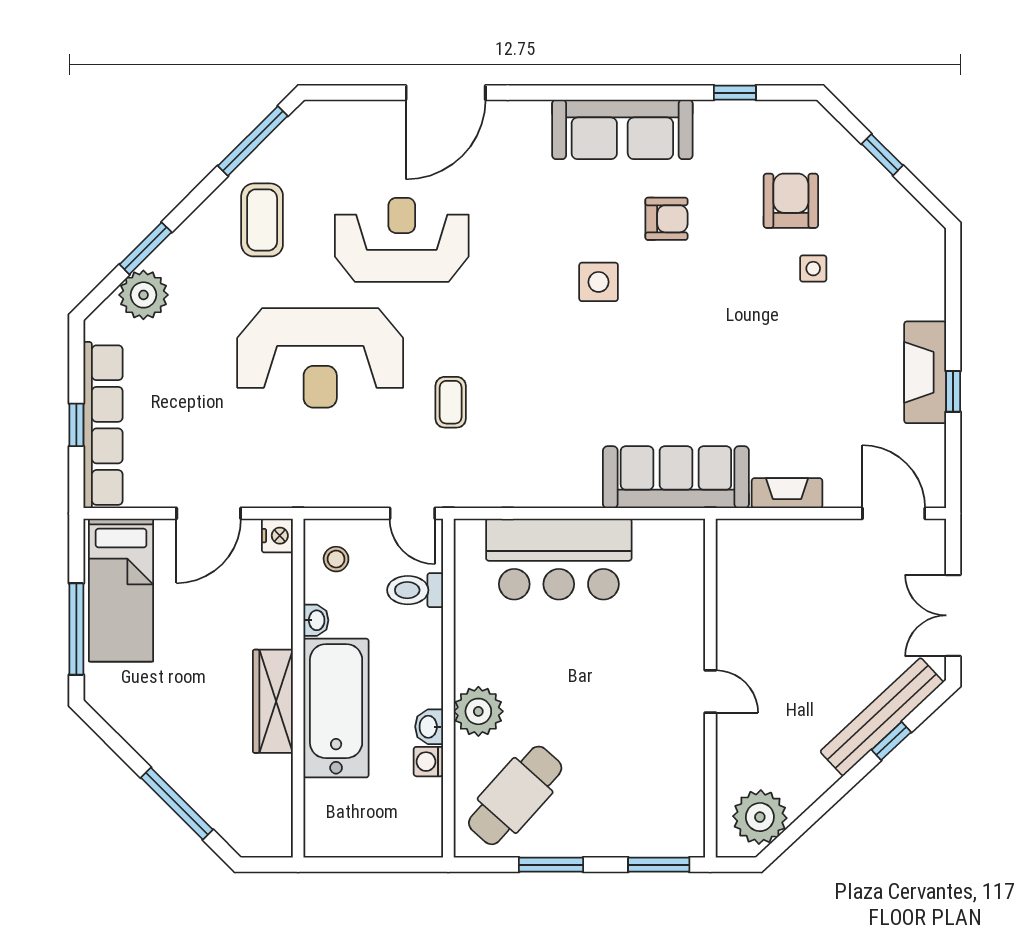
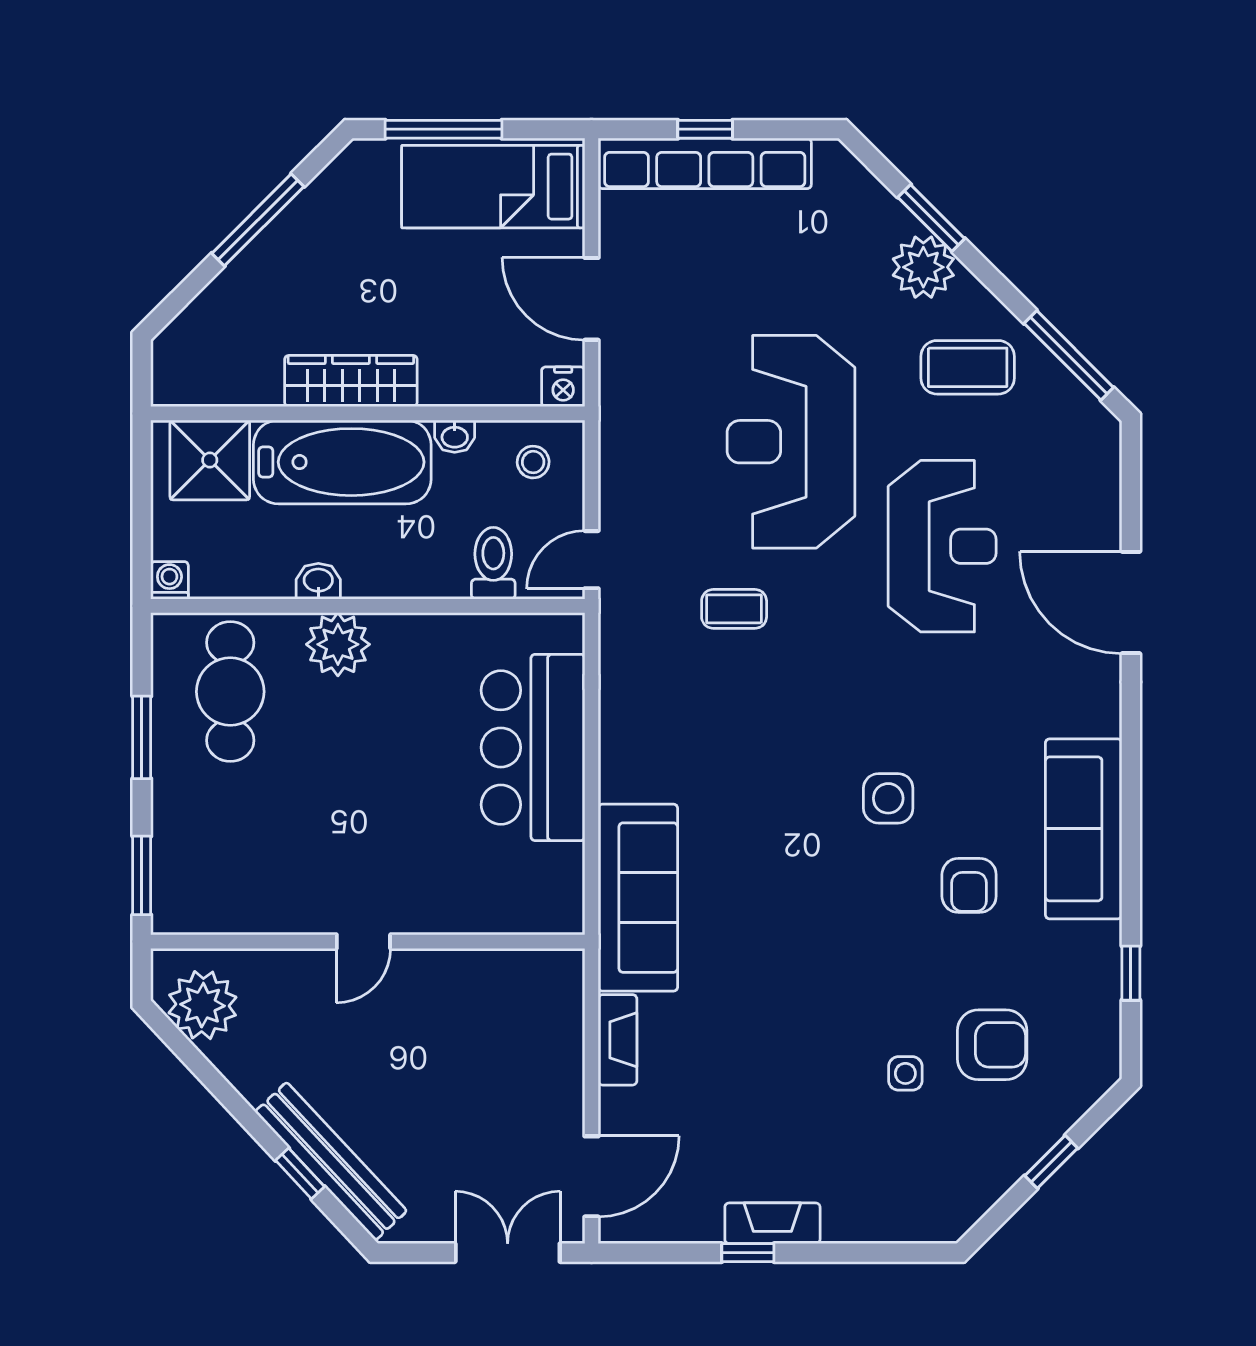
plant: (143, 295) -> (923, 267), moved
fireplace: (925, 372) -> (772, 1223), width x0.73, depth x0.76
double door: (953, 615) -> (508, 1253), moved
washing machine: (428, 762) -> (169, 580), moved
cafe table: (515, 795) -> (230, 692), turned 48
window: (177, 804) -> (258, 220), moved
shower: (334, 811) -> (210, 460), added

